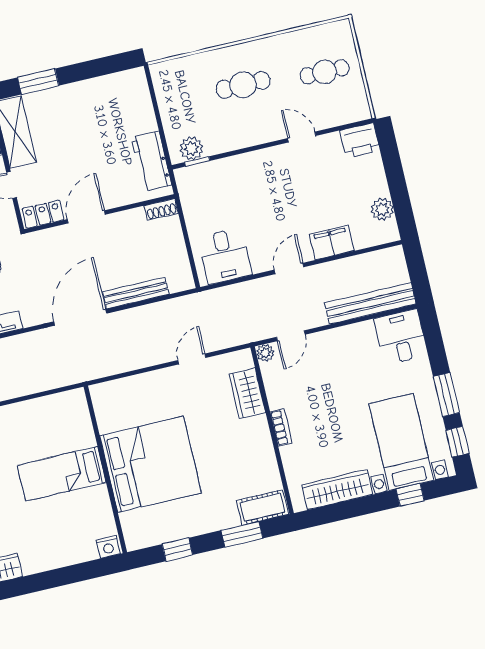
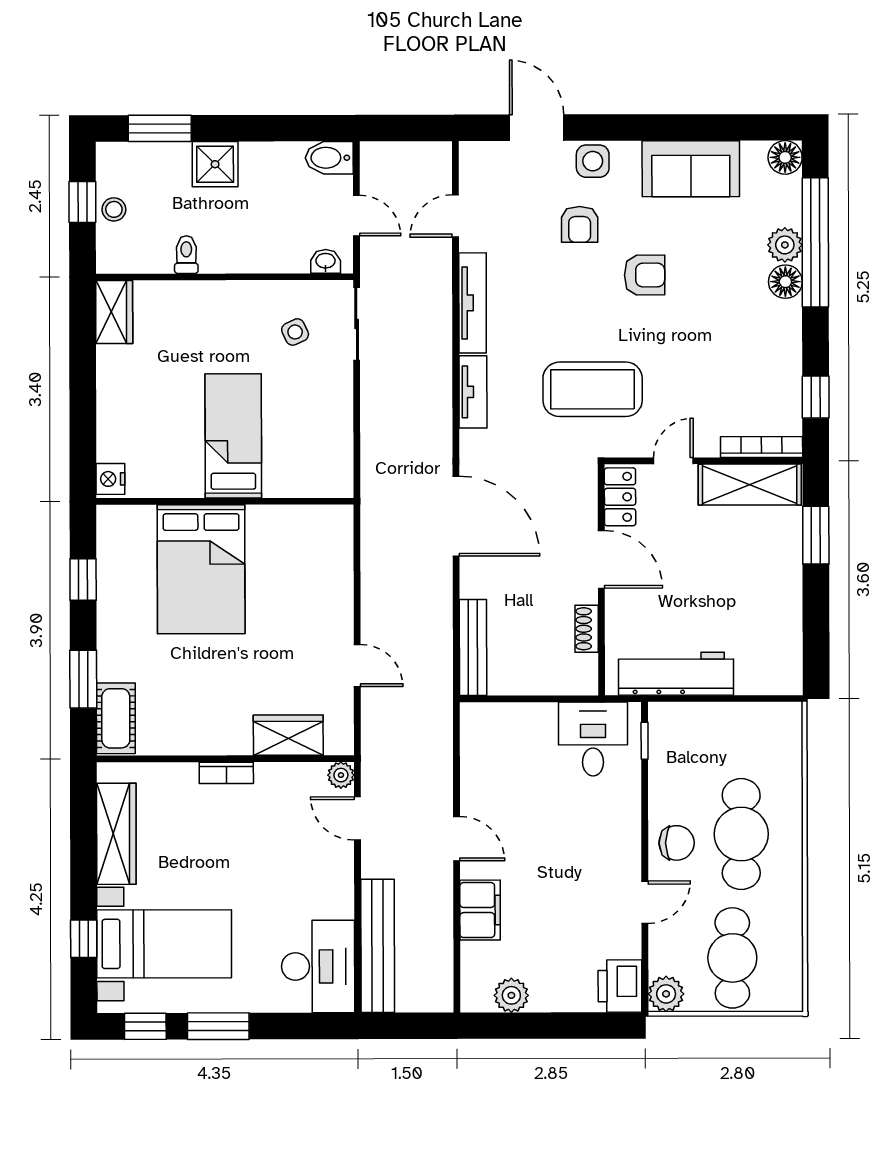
cafe table: (325, 72) -> (732, 958), width x1.37, depth x1.35
cafe table: (243, 85) -> (741, 834), width x1.37, depth x1.35
chair: (259, 125) -> (677, 843), added
plant: (191, 148) -> (666, 994), moved
workbench: (151, 161) -> (676, 674), width x1.37
shoe rack: (161, 209) -> (587, 629), moved
desk: (225, 256) -> (593, 739), moved, turned 90
bench: (136, 293) -> (473, 648), moved
desk: (401, 337) -> (318, 966), width x1.37
bed: (151, 464) -> (201, 569), width x0.73

